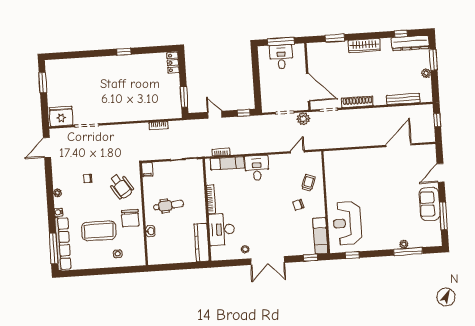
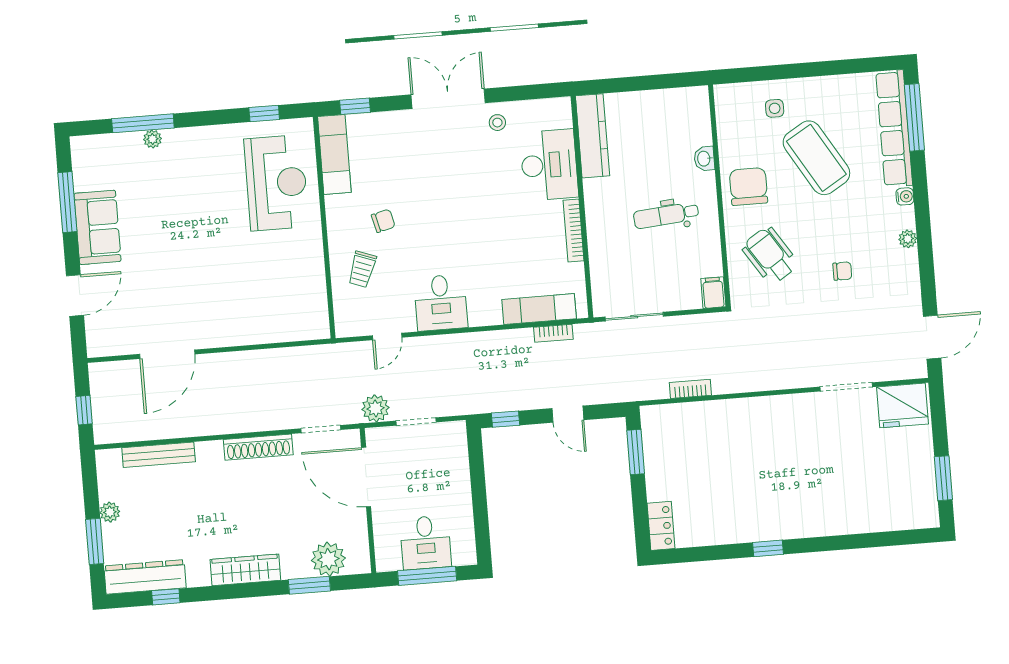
plant: (326, 50) -> (328, 559), added
desk: (257, 168) -> (441, 303), moved
coffee table: (99, 231) -> (816, 158), turned 59

